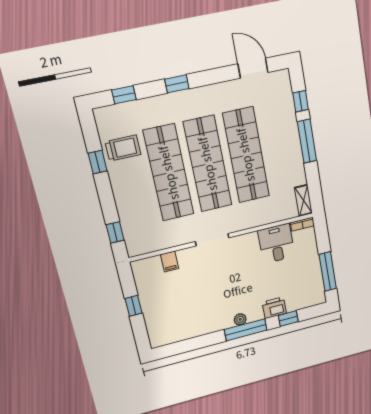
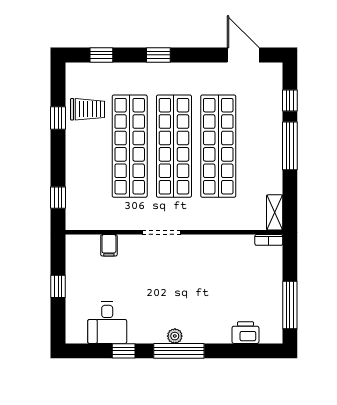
desk: (276, 244) -> (107, 323), moved, turned 180
printer: (274, 308) -> (245, 333), moved
window: (288, 318) -> (124, 351), moved

